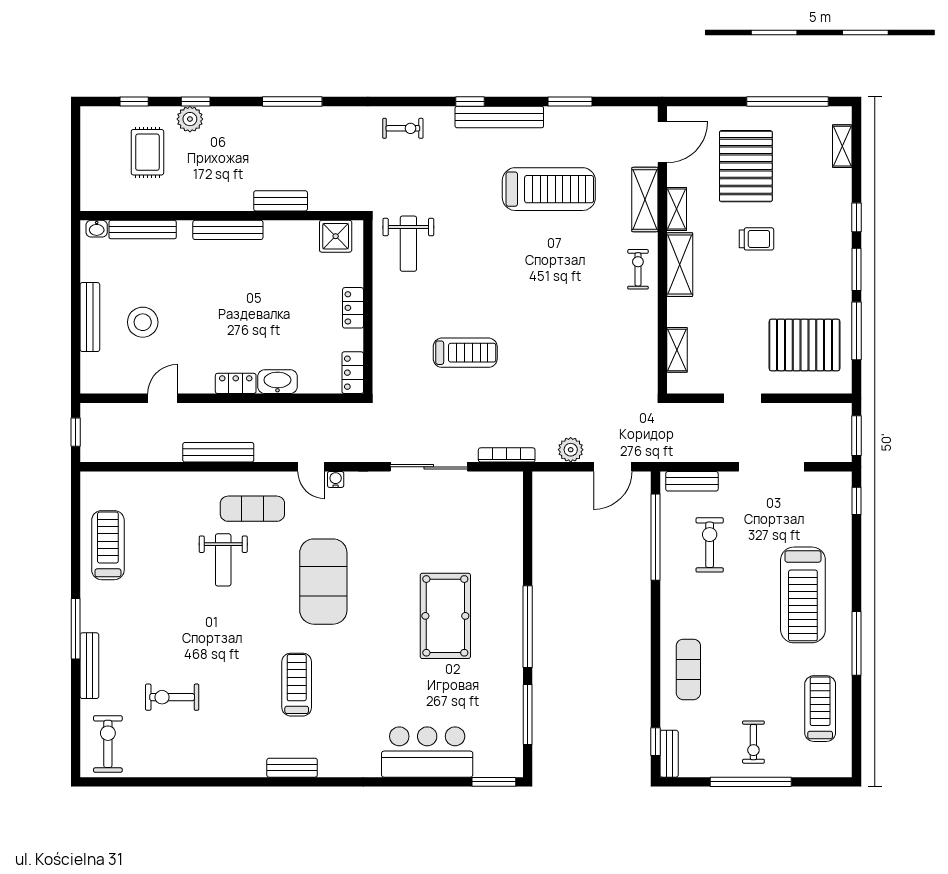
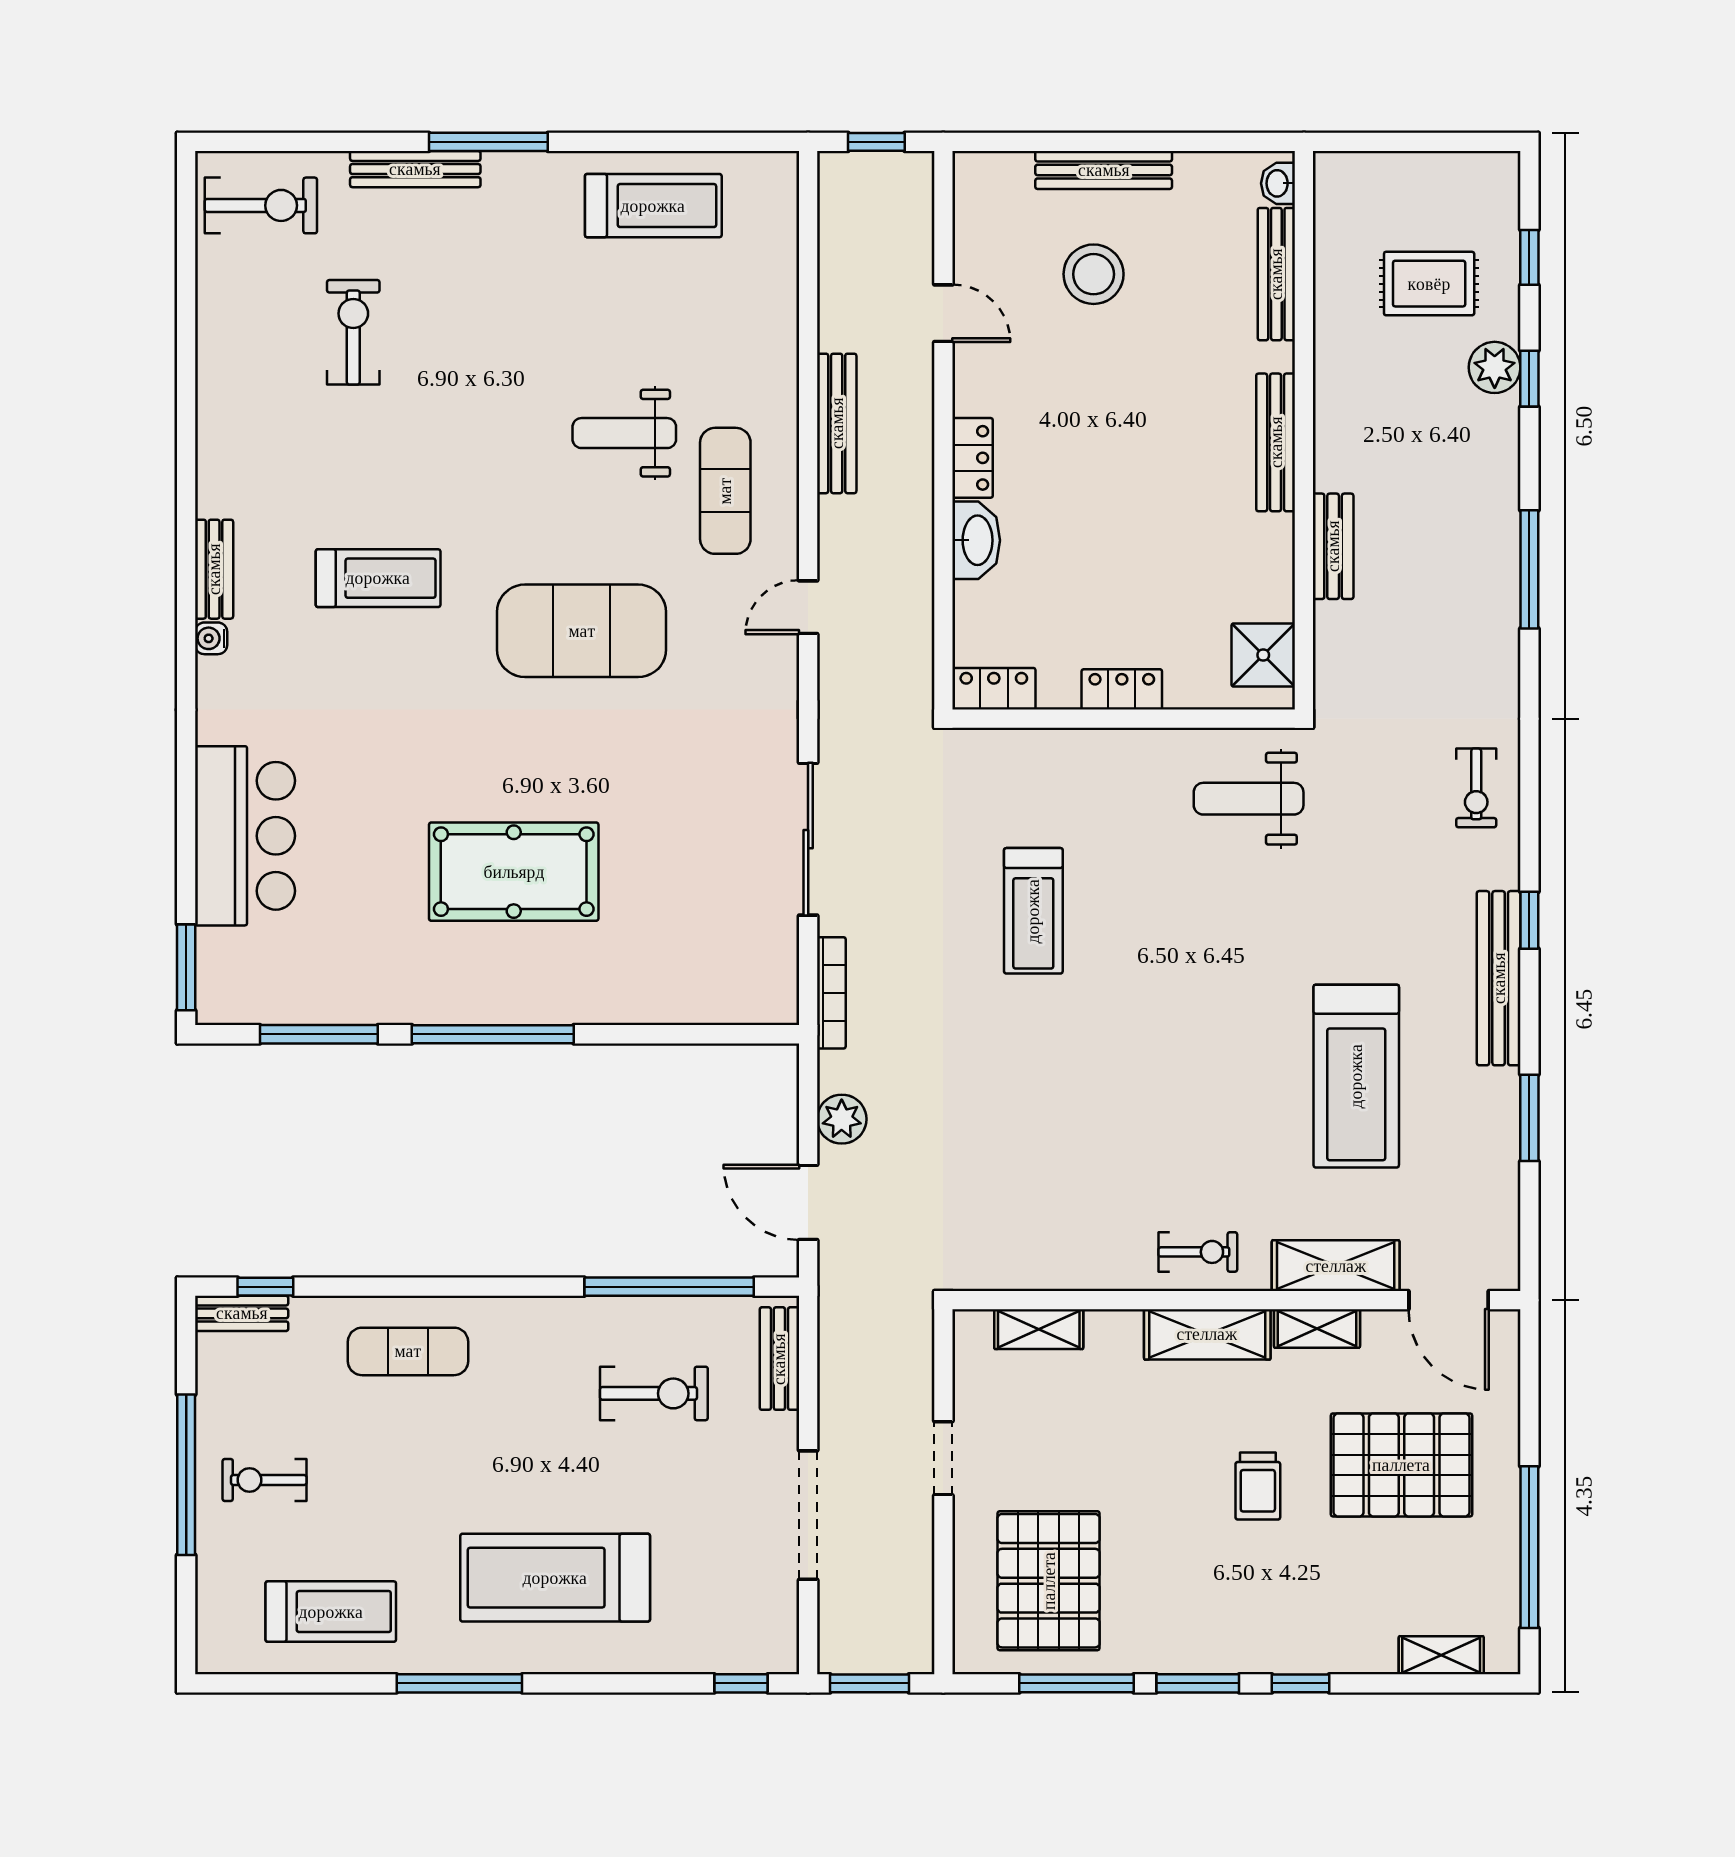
water cooler: (336, 479) -> (211, 638), moved, turned 180

